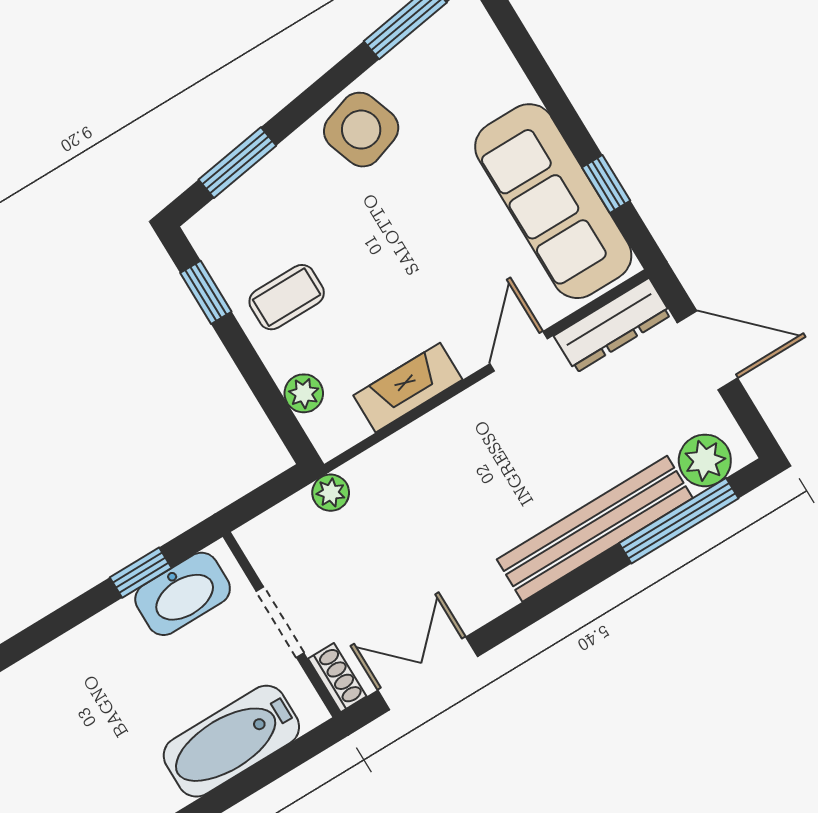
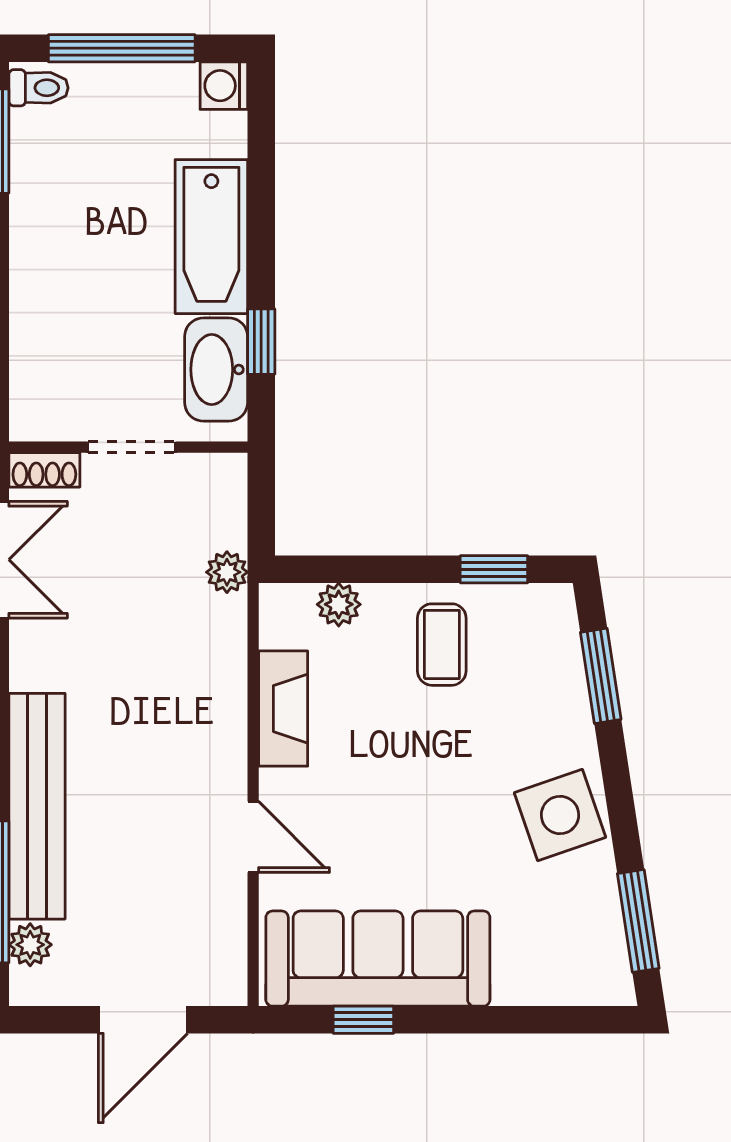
dresser: (613, 325) -> (223, 943), removed
plant: (705, 460) -> (30, 945), width x0.73, depth x0.73
bathtub: (231, 741) -> (211, 237), moved, turned 180

